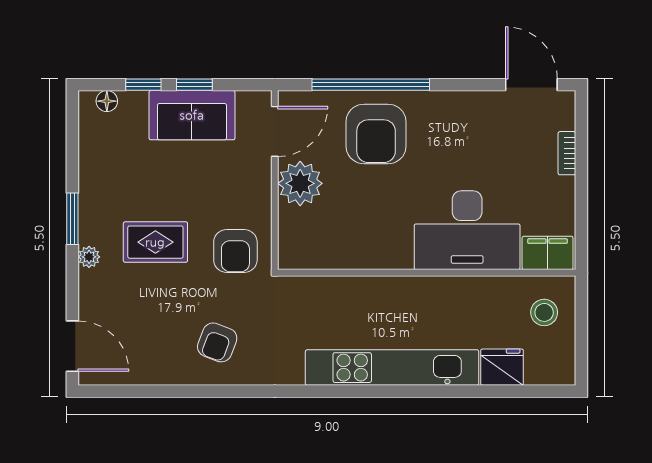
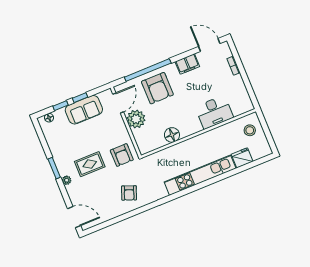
desk: (467, 230) -> (214, 112), width x0.73, depth x0.77
floor lamp: (366, 252) -> (172, 135), added
filing cabinet: (548, 253) -> (187, 64), moved, turned 180

